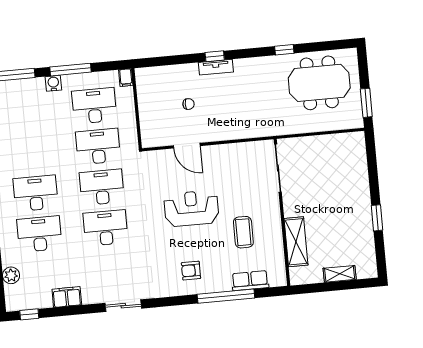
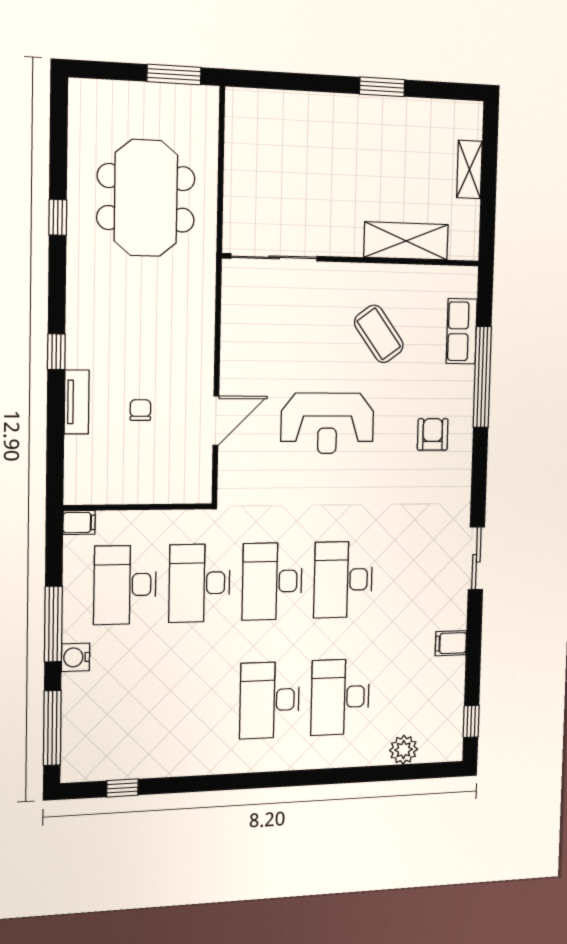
tv unit: (216, 67) -> (77, 402), moved
meeting table: (319, 83) -> (146, 198), moved
reception desk: (191, 208) -> (327, 423), turned -90
coffee table: (243, 232) -> (379, 334), turned 54
armchair: (191, 271) -> (433, 434), turned 180
filing cabinet: (67, 297) -> (451, 643), width x0.50

